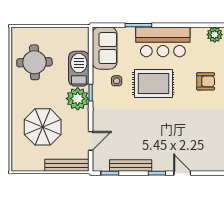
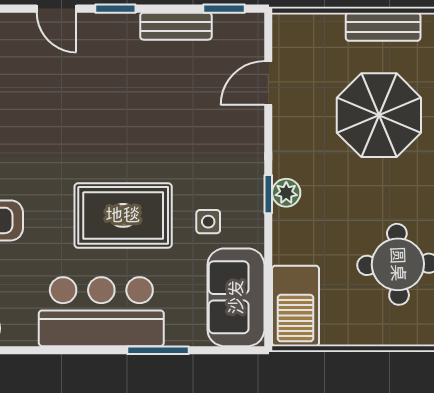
barbecue: (79, 69) -> (296, 306), moved
plant: (78, 99) -> (286, 193), width x0.53, depth x0.53
bench: (67, 165) -> (383, 27), moved, width x0.73
bench: (131, 165) -> (176, 26), width x0.73

